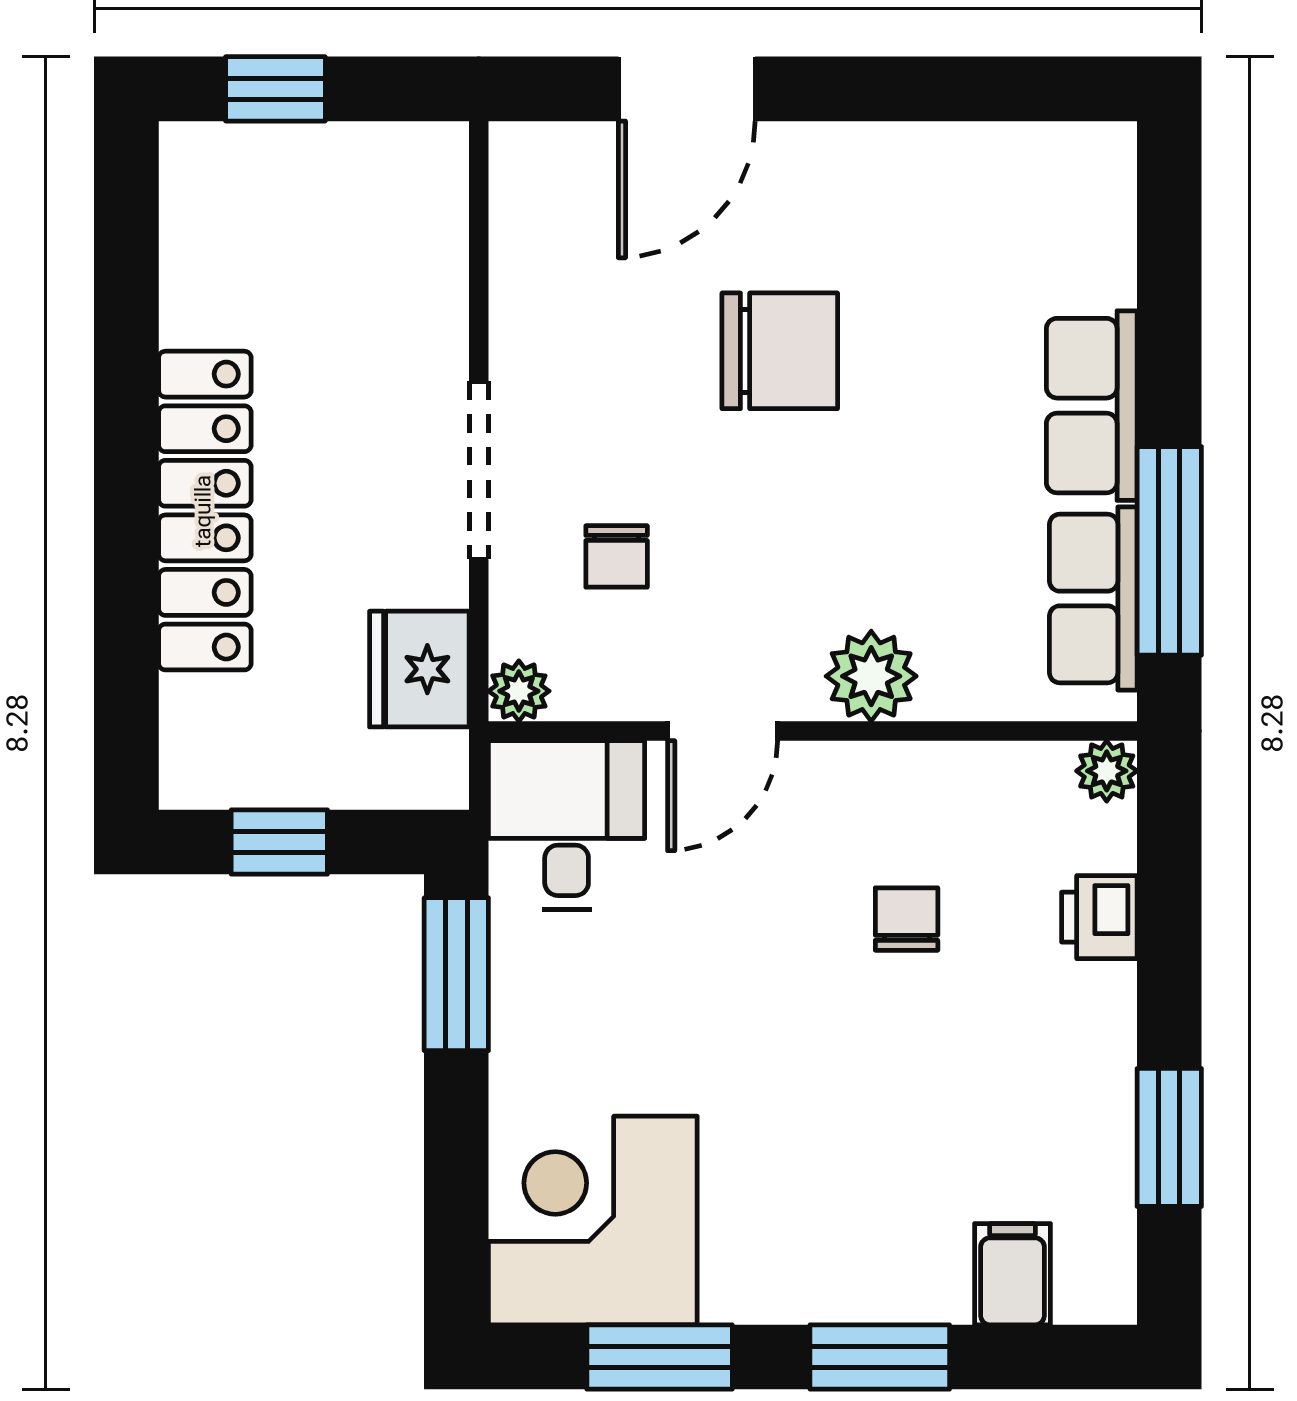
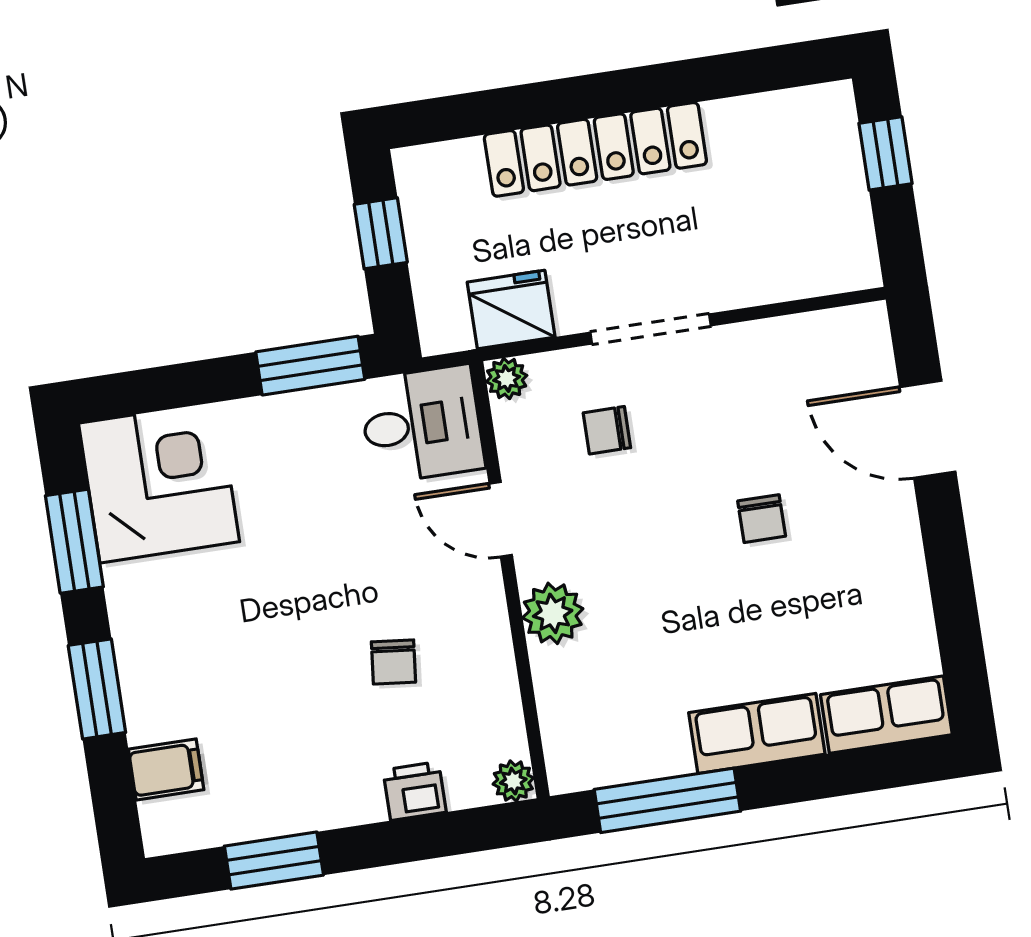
chair: (780, 351) -> (762, 519), width x0.54, depth x0.54
row of seats: (1093, 598) -> (886, 715), moved
chair: (907, 919) -> (393, 662), turned 96

